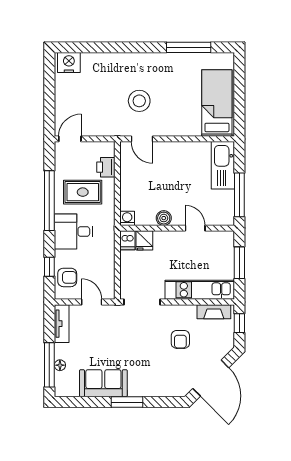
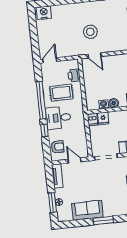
washing machine: (127, 218) -> (104, 104), moved
window: (49, 267) -> (44, 130), moved
window: (49, 365) -> (52, 203), width x0.69

